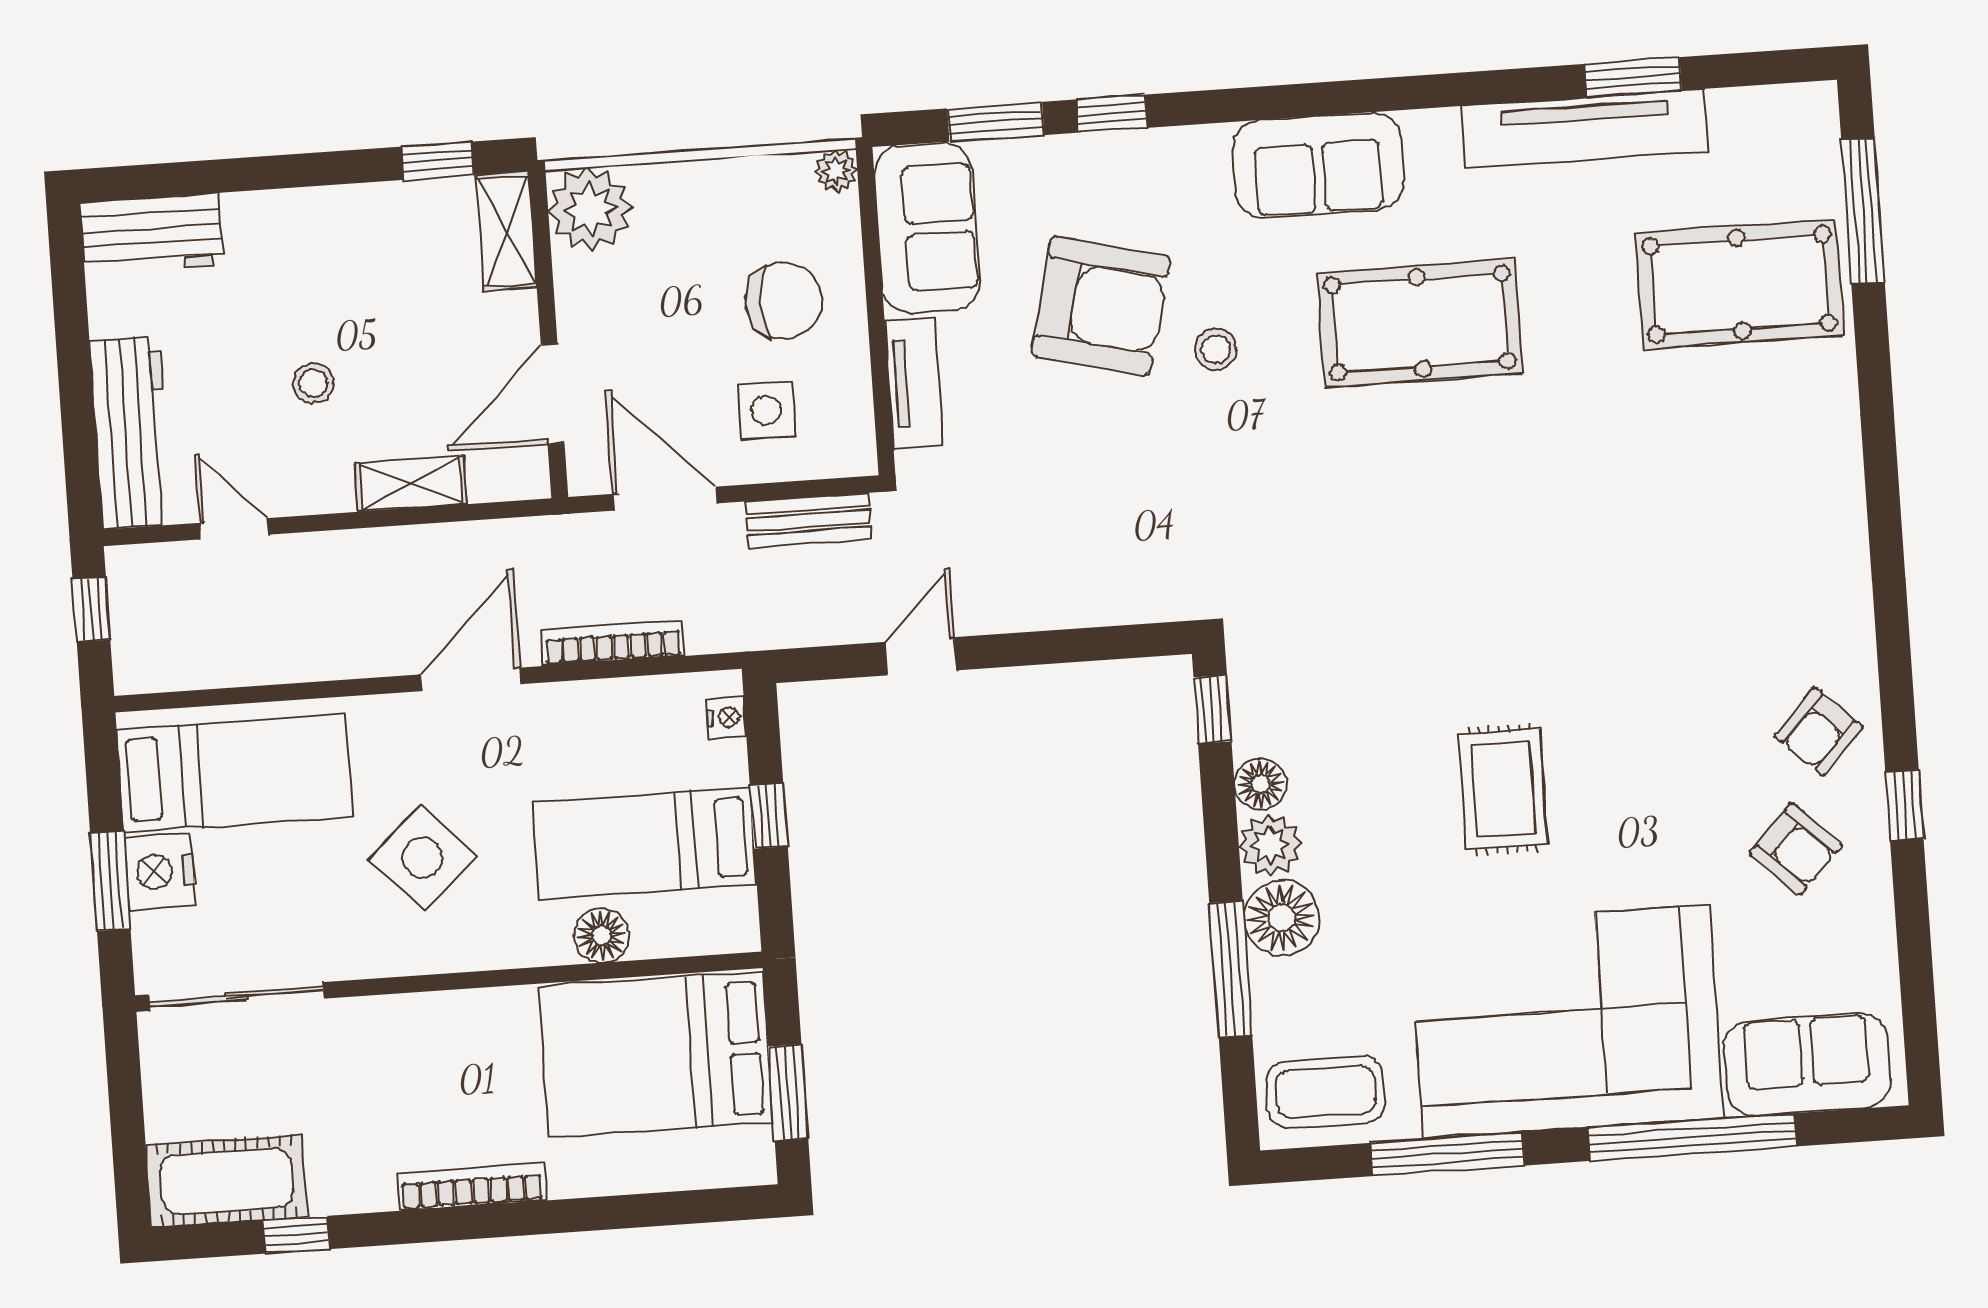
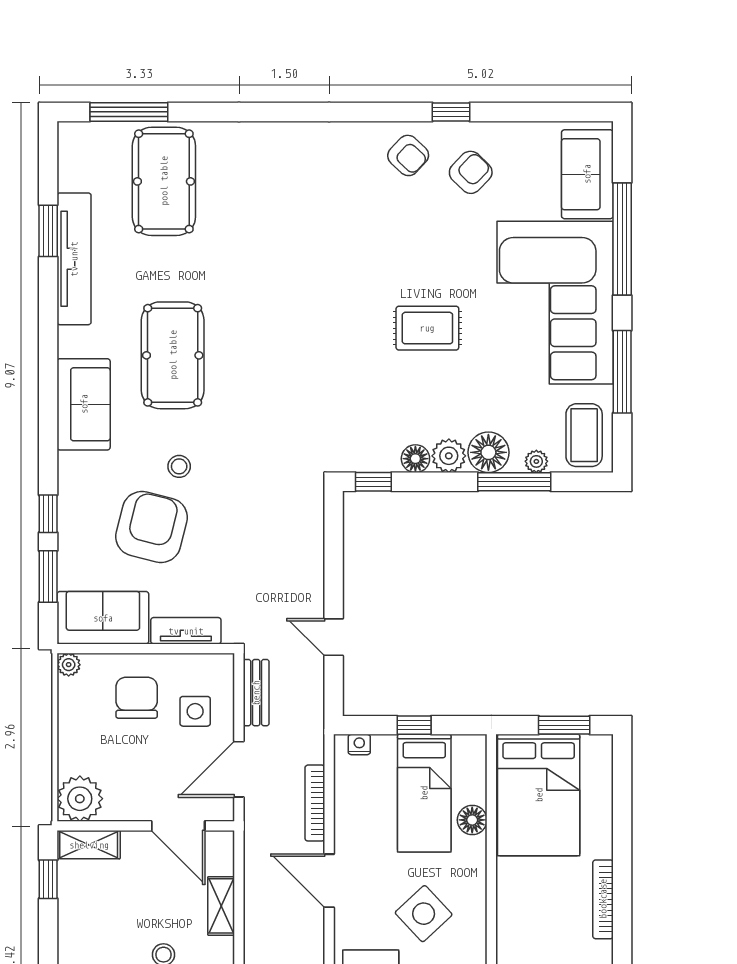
plant: (1271, 1007) -> (536, 461), added

